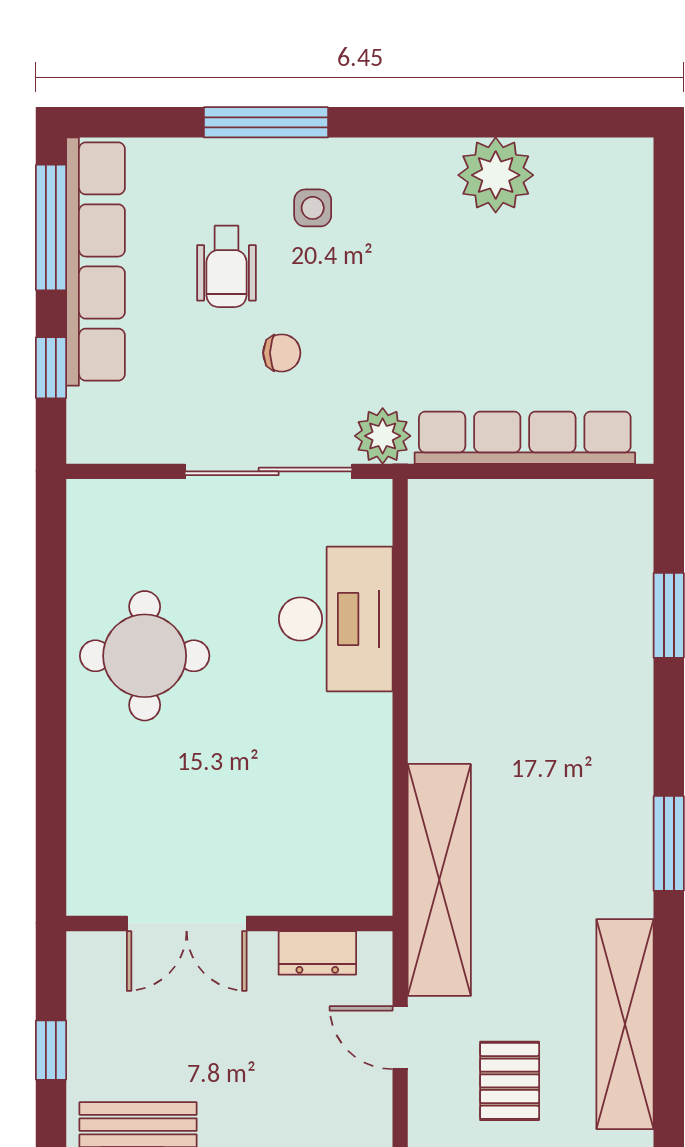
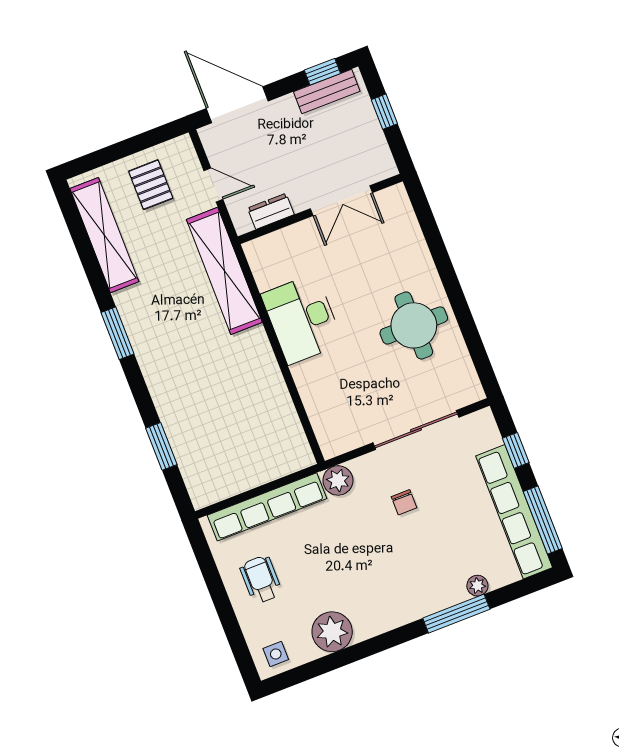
plant: (210, 157) -> (477, 586), added
side table: (313, 208) -> (276, 654), moved
wheelchair: (227, 266) -> (261, 579), moved
chair: (282, 353) -> (404, 502), turned -90
sliding door: (269, 471) -> (416, 430), moved
desk: (336, 619) -> (302, 319), moved
double door: (187, 923) -> (341, 201), swing flipped

